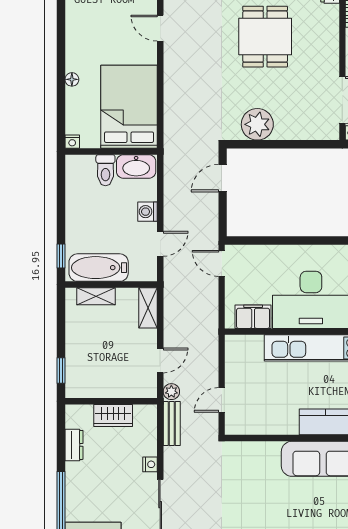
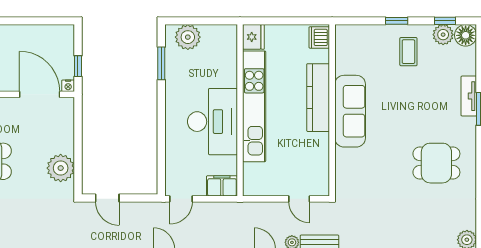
filing cabinet: (253, 317) -> (222, 186), moved, turned 90

